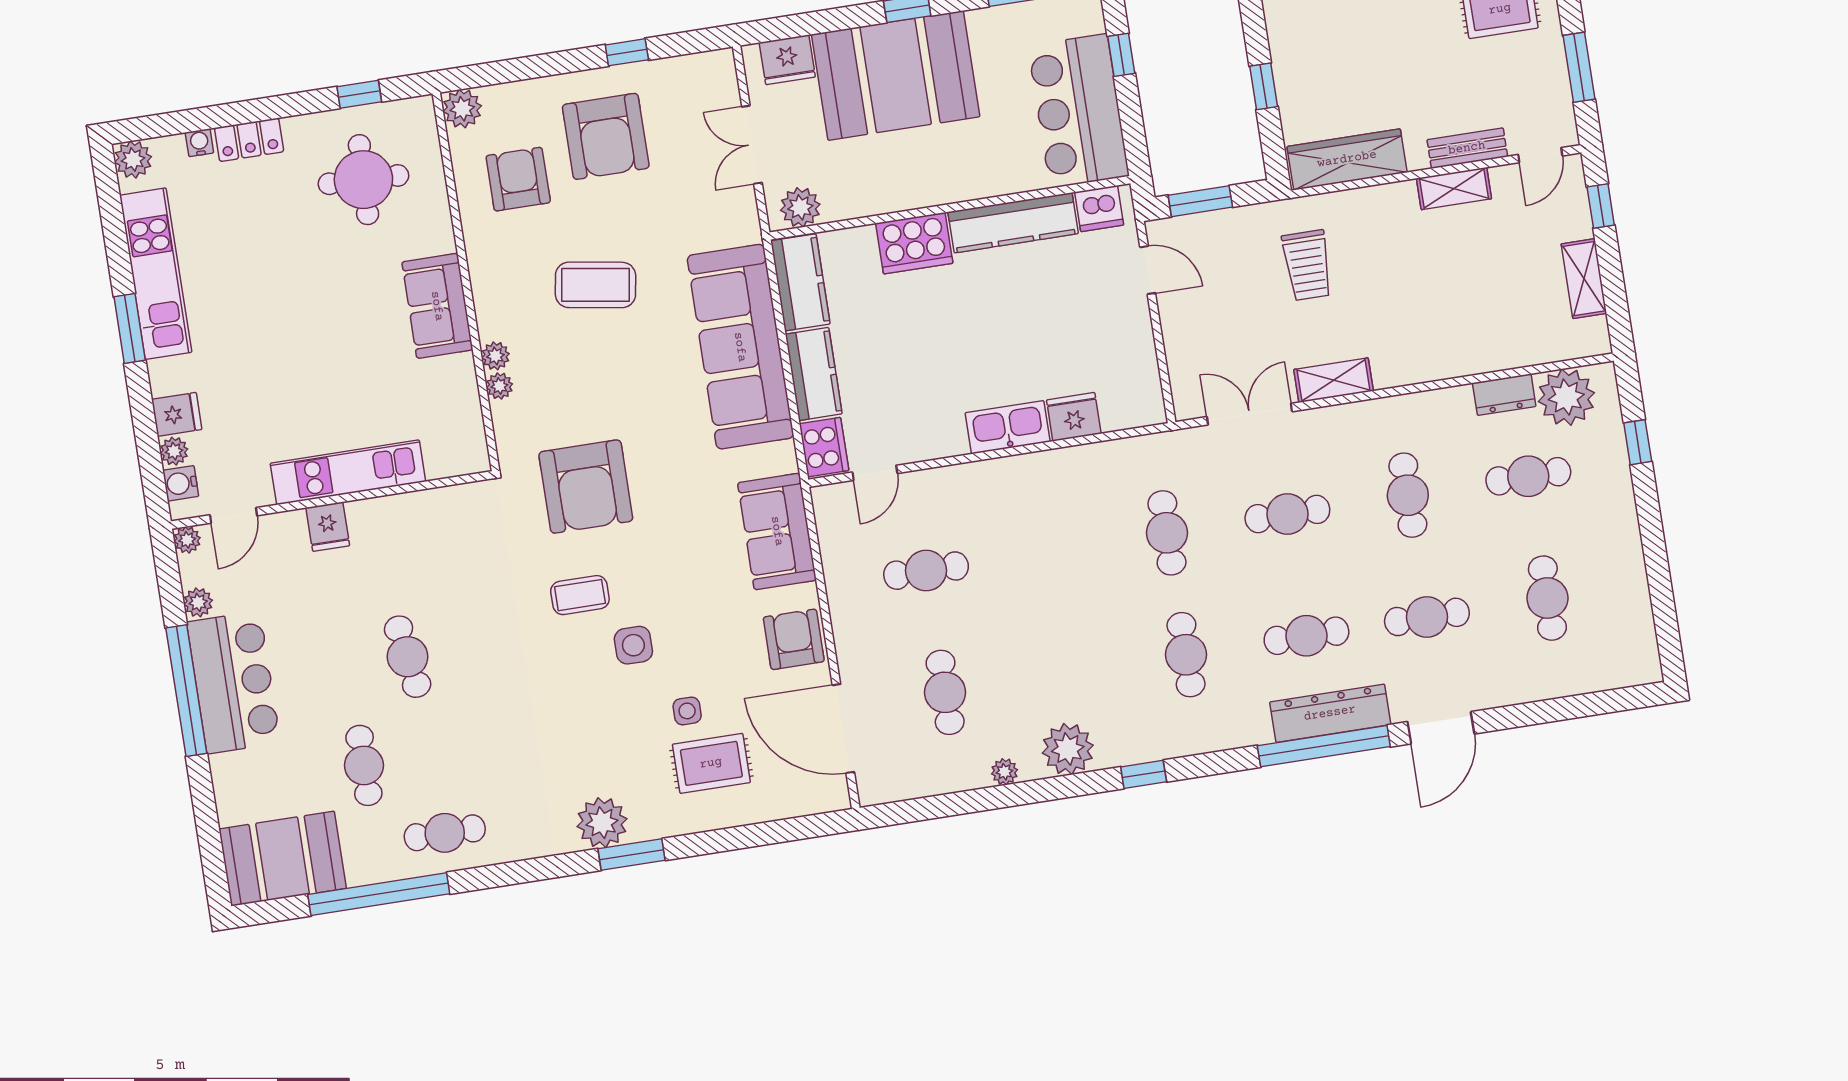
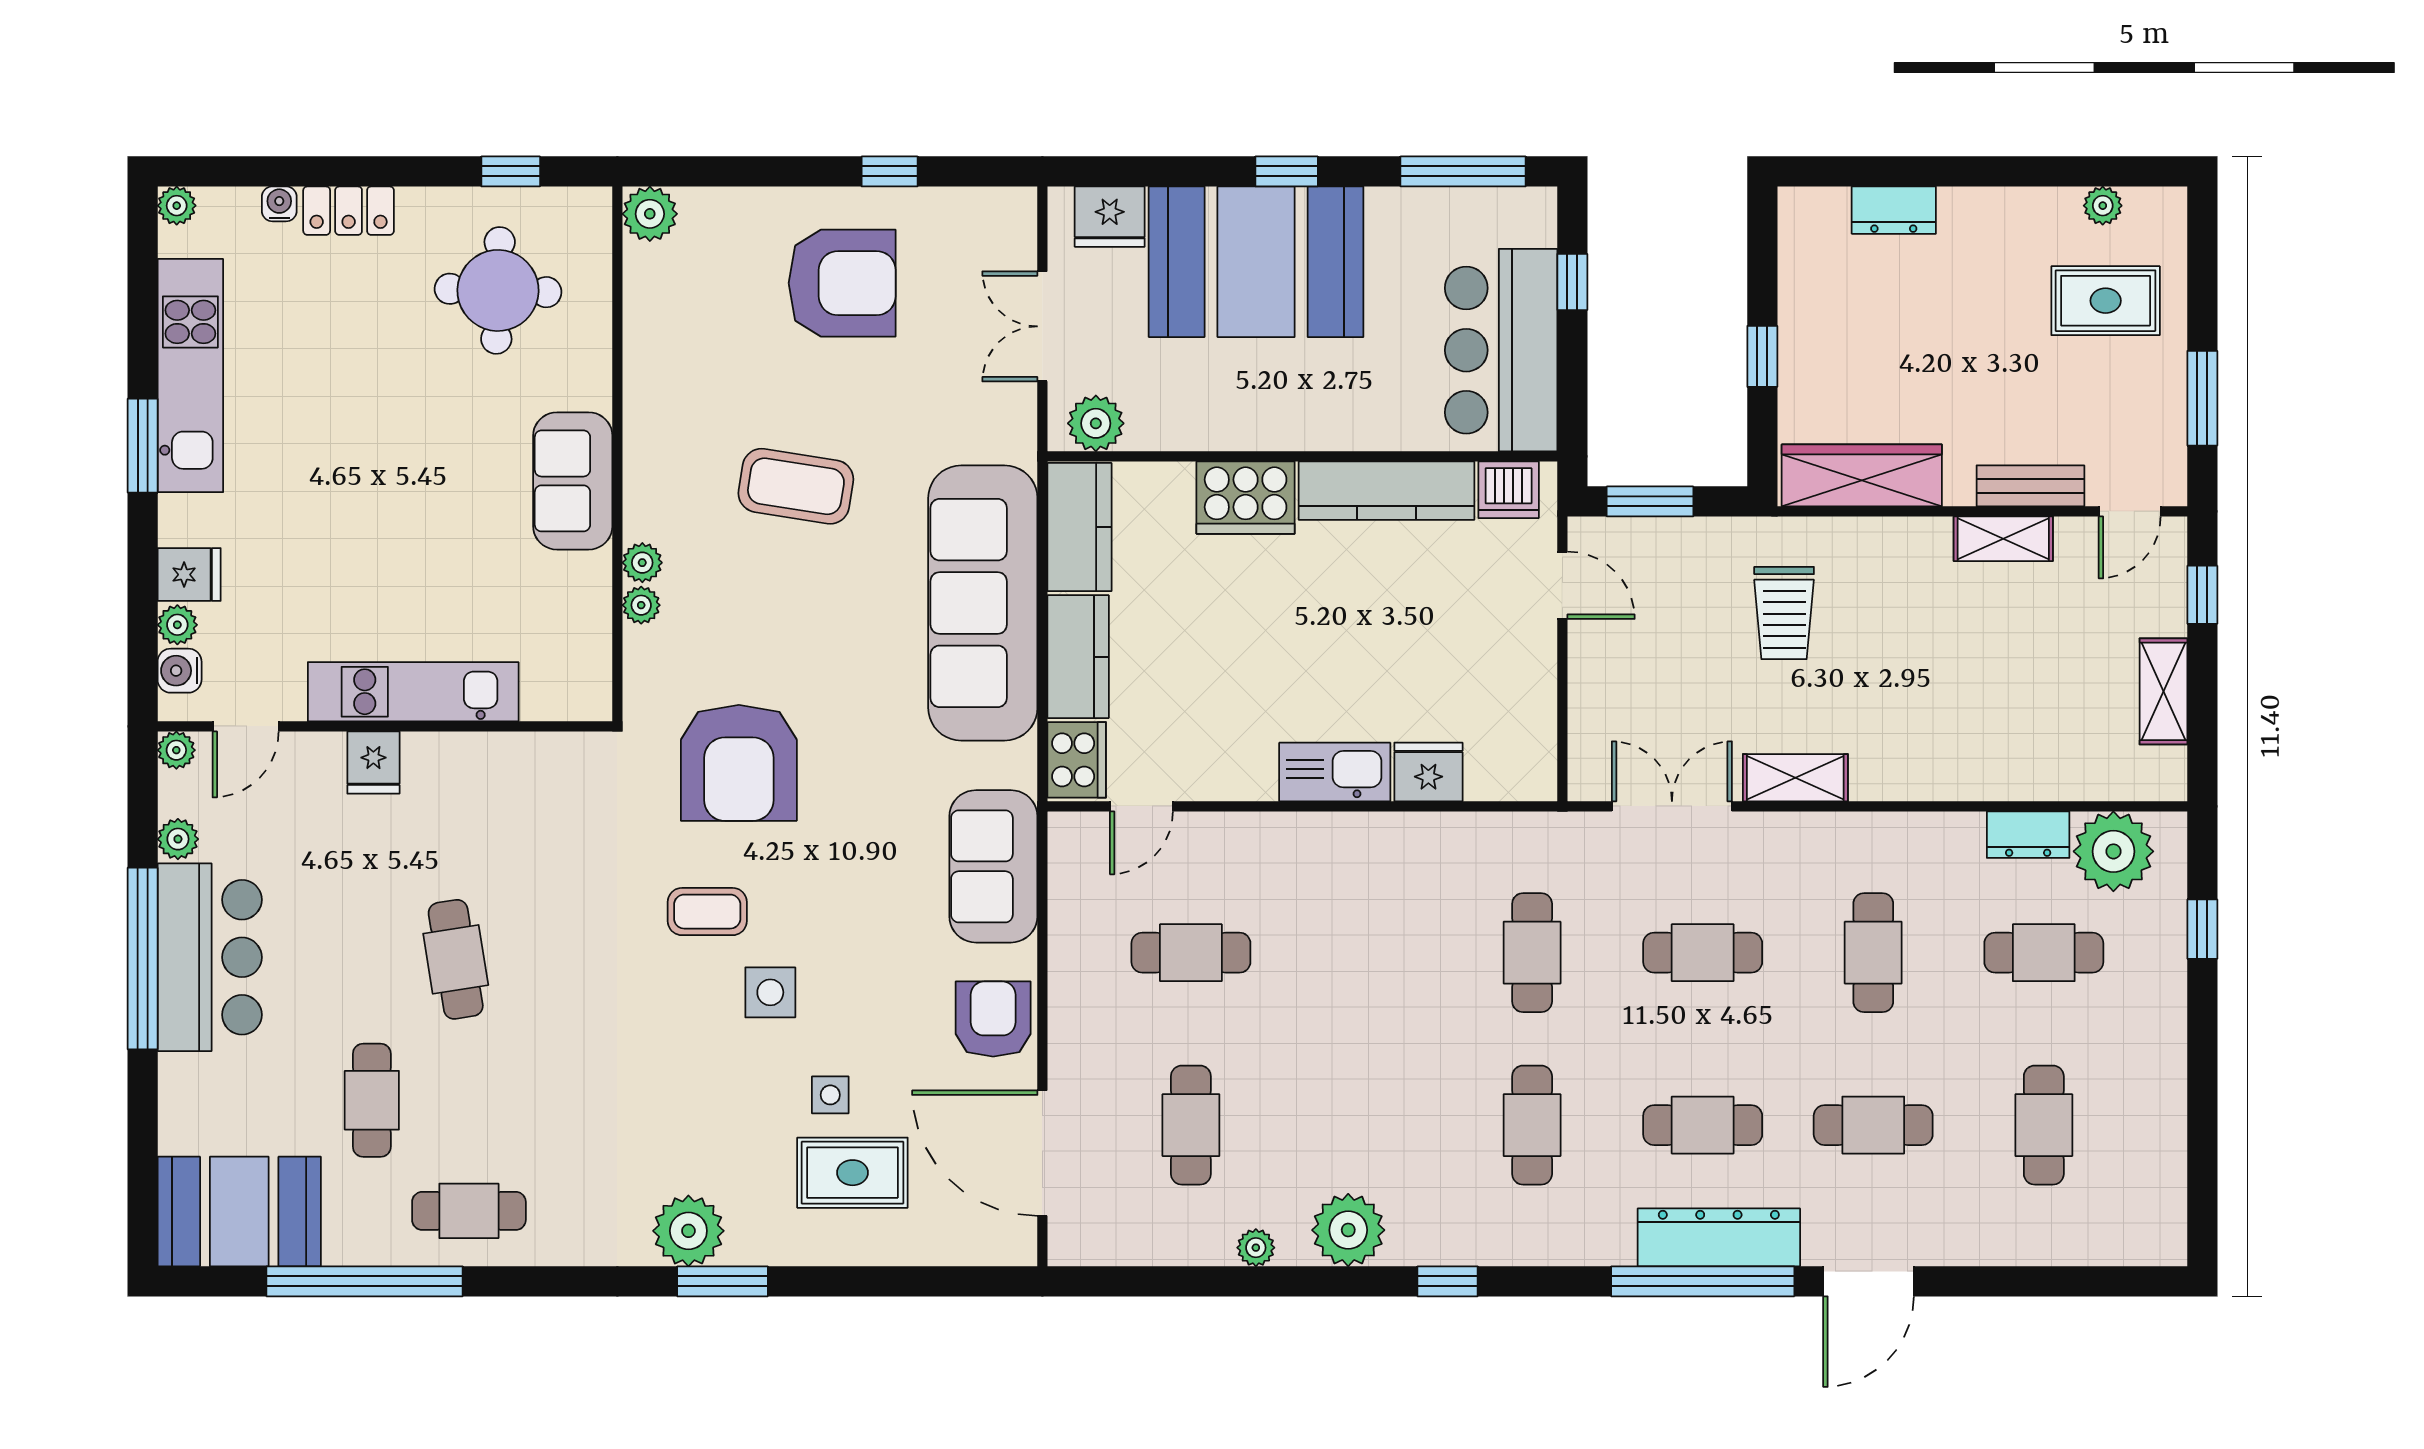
armchair: (606, 136) -> (842, 283), turned -90
plant: (133, 159) -> (177, 206), width x0.73, depth x0.73
armchair: (518, 179) -> (712, 323), removed

